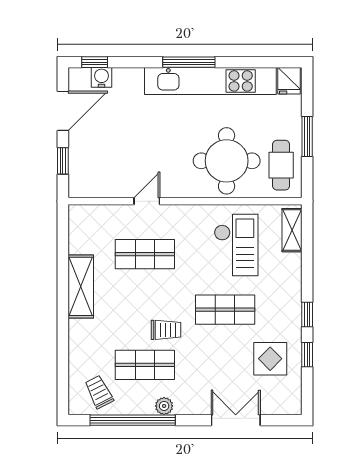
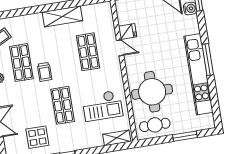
fridge: (289, 81) -> (128, 32), moved, turned 180
window: (307, 137) -> (185, 136), moved

